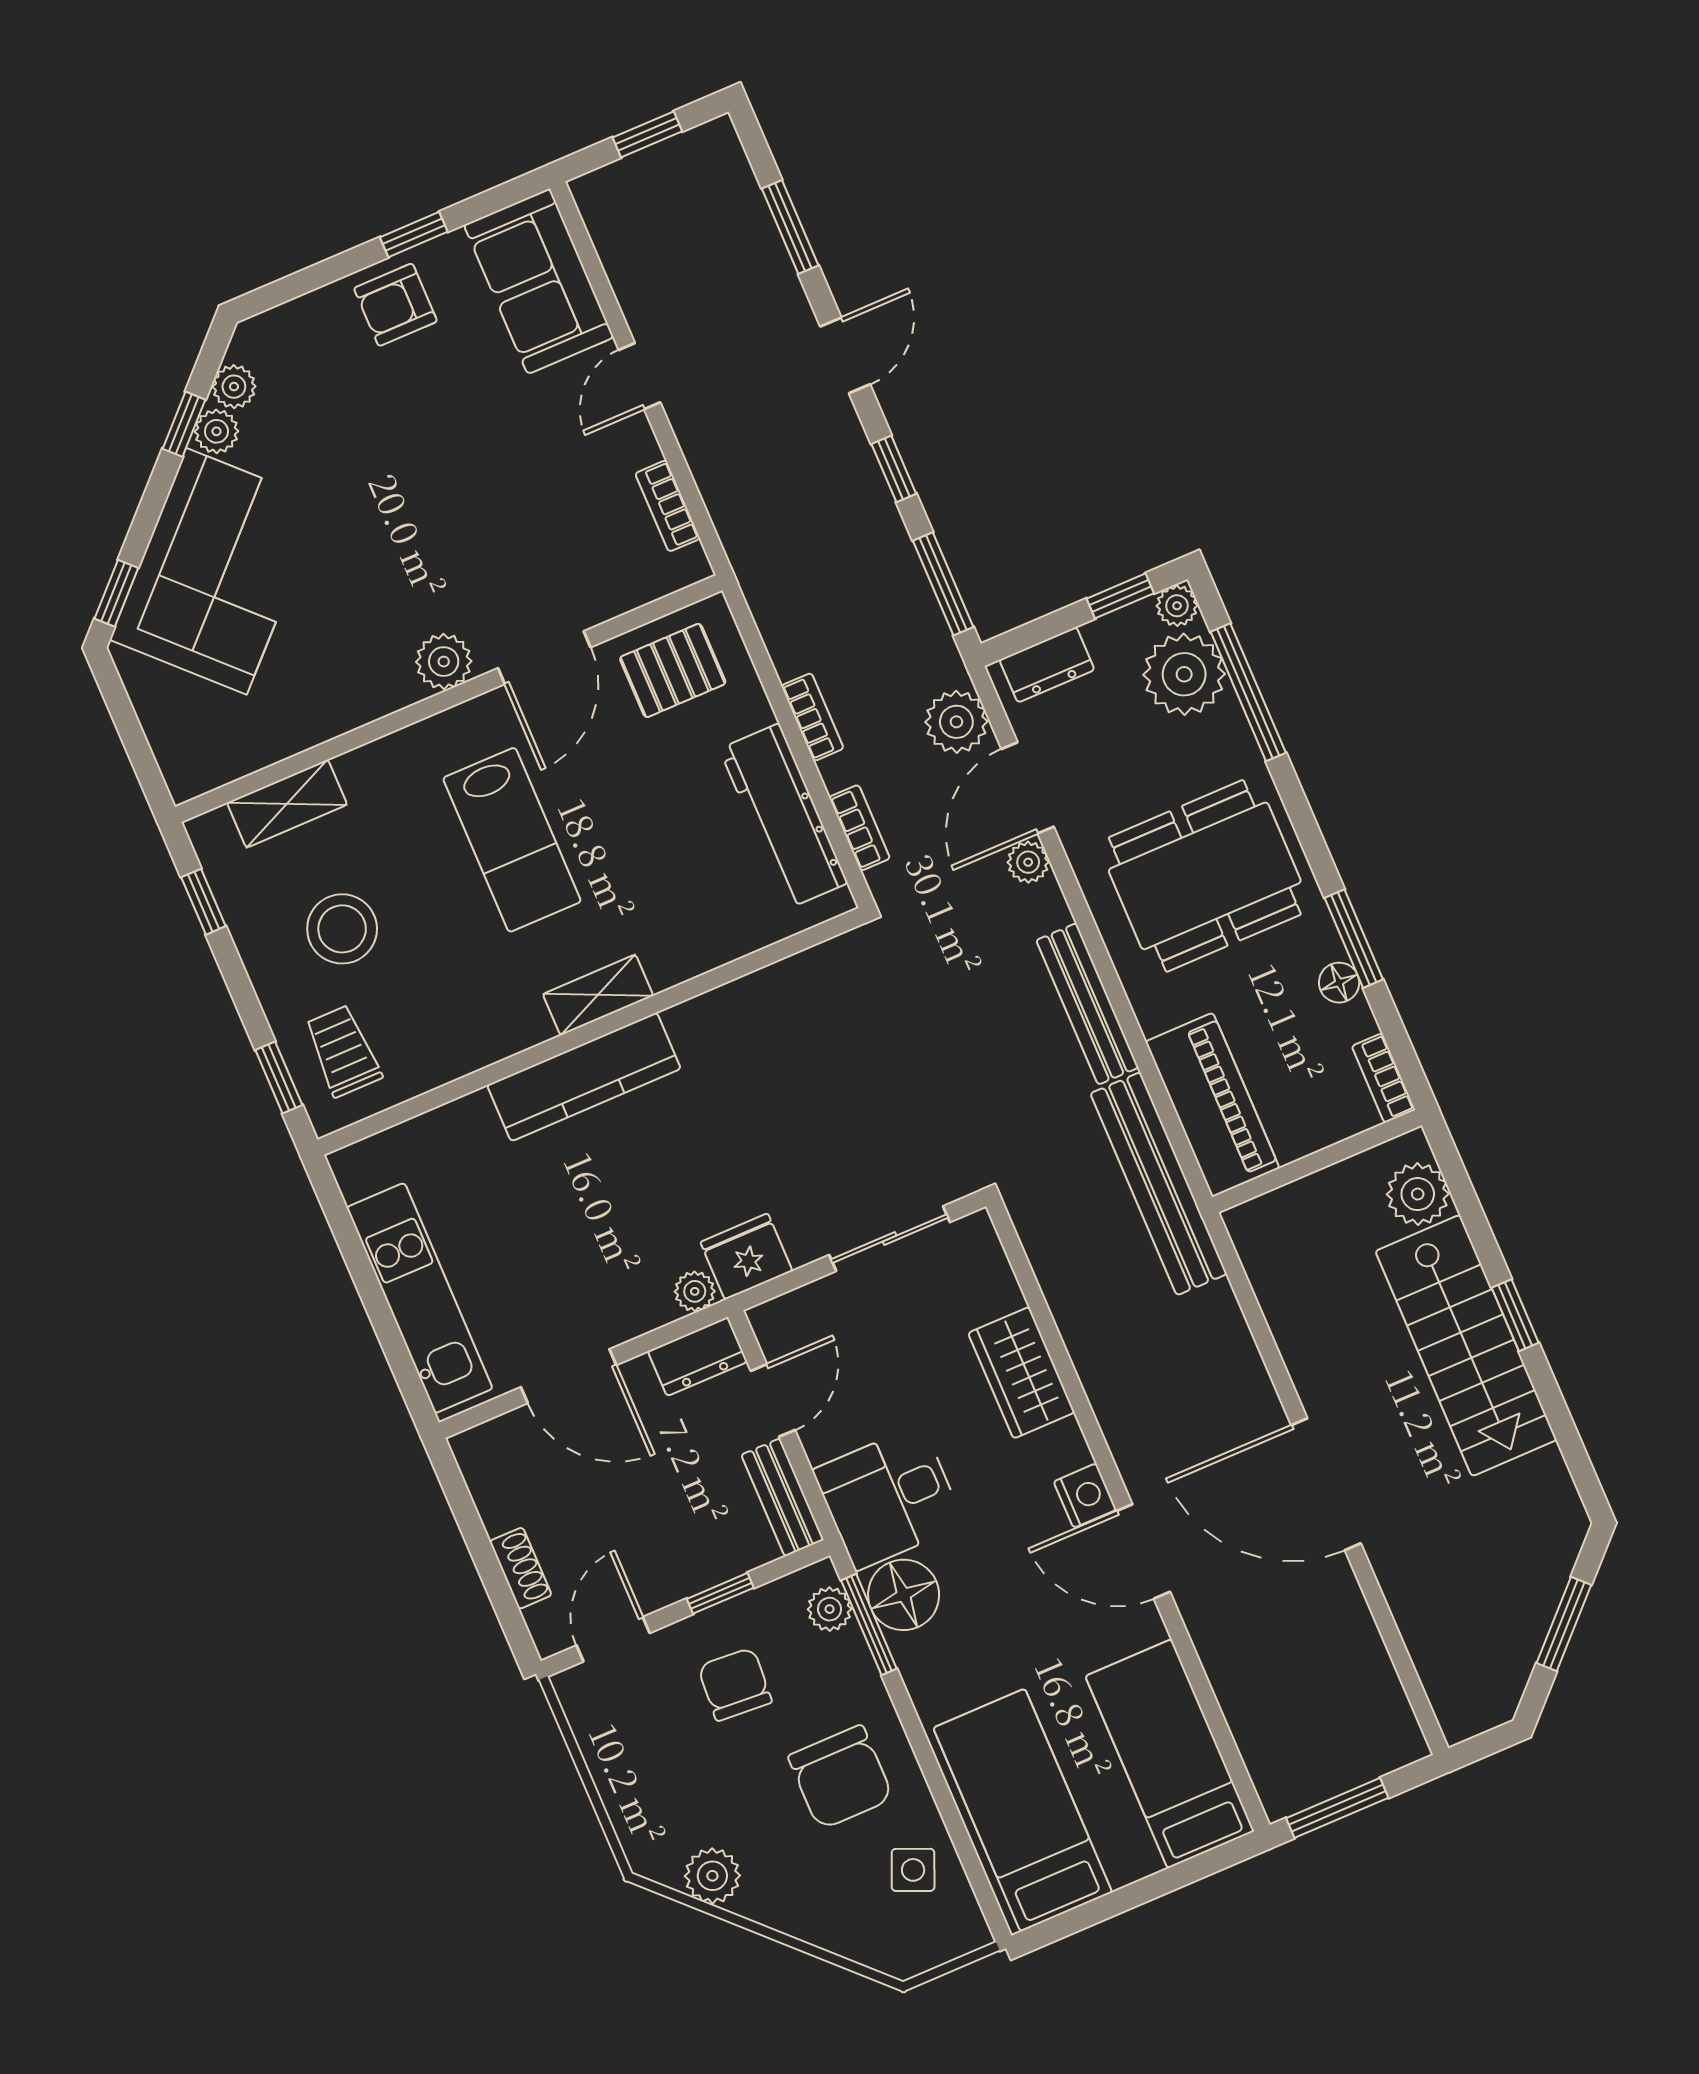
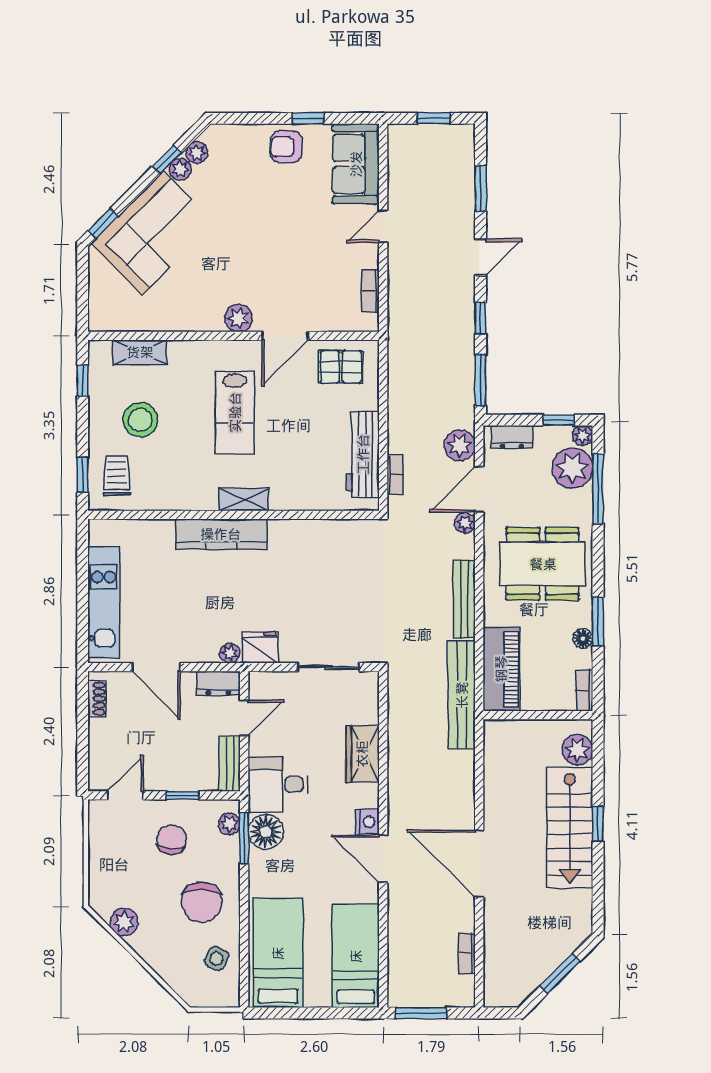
bookcase: (812, 717) -> (467, 953), moved, turned 180
shoe rack: (521, 1568) -> (97, 699), moved

